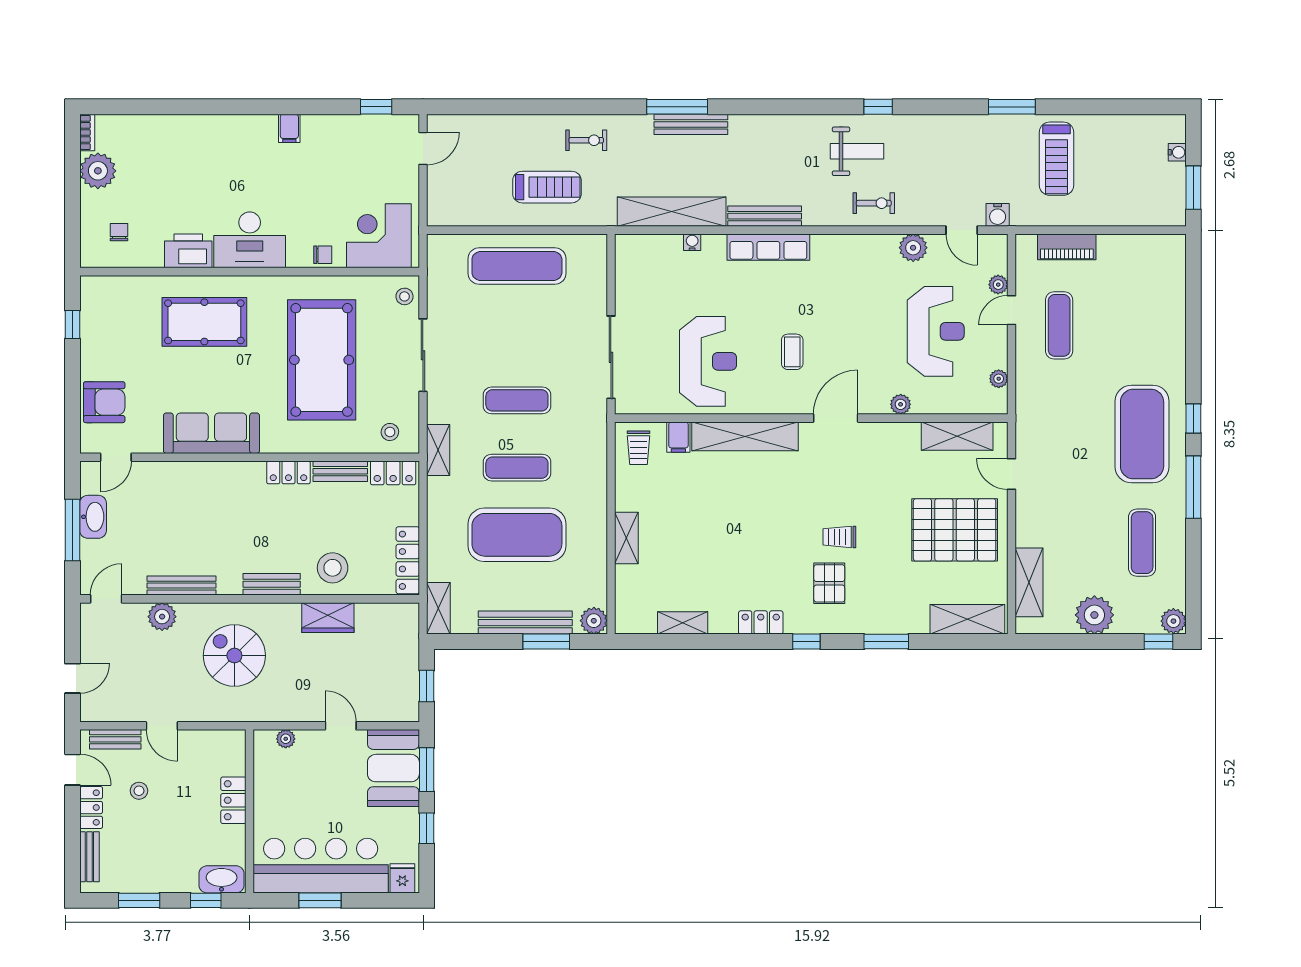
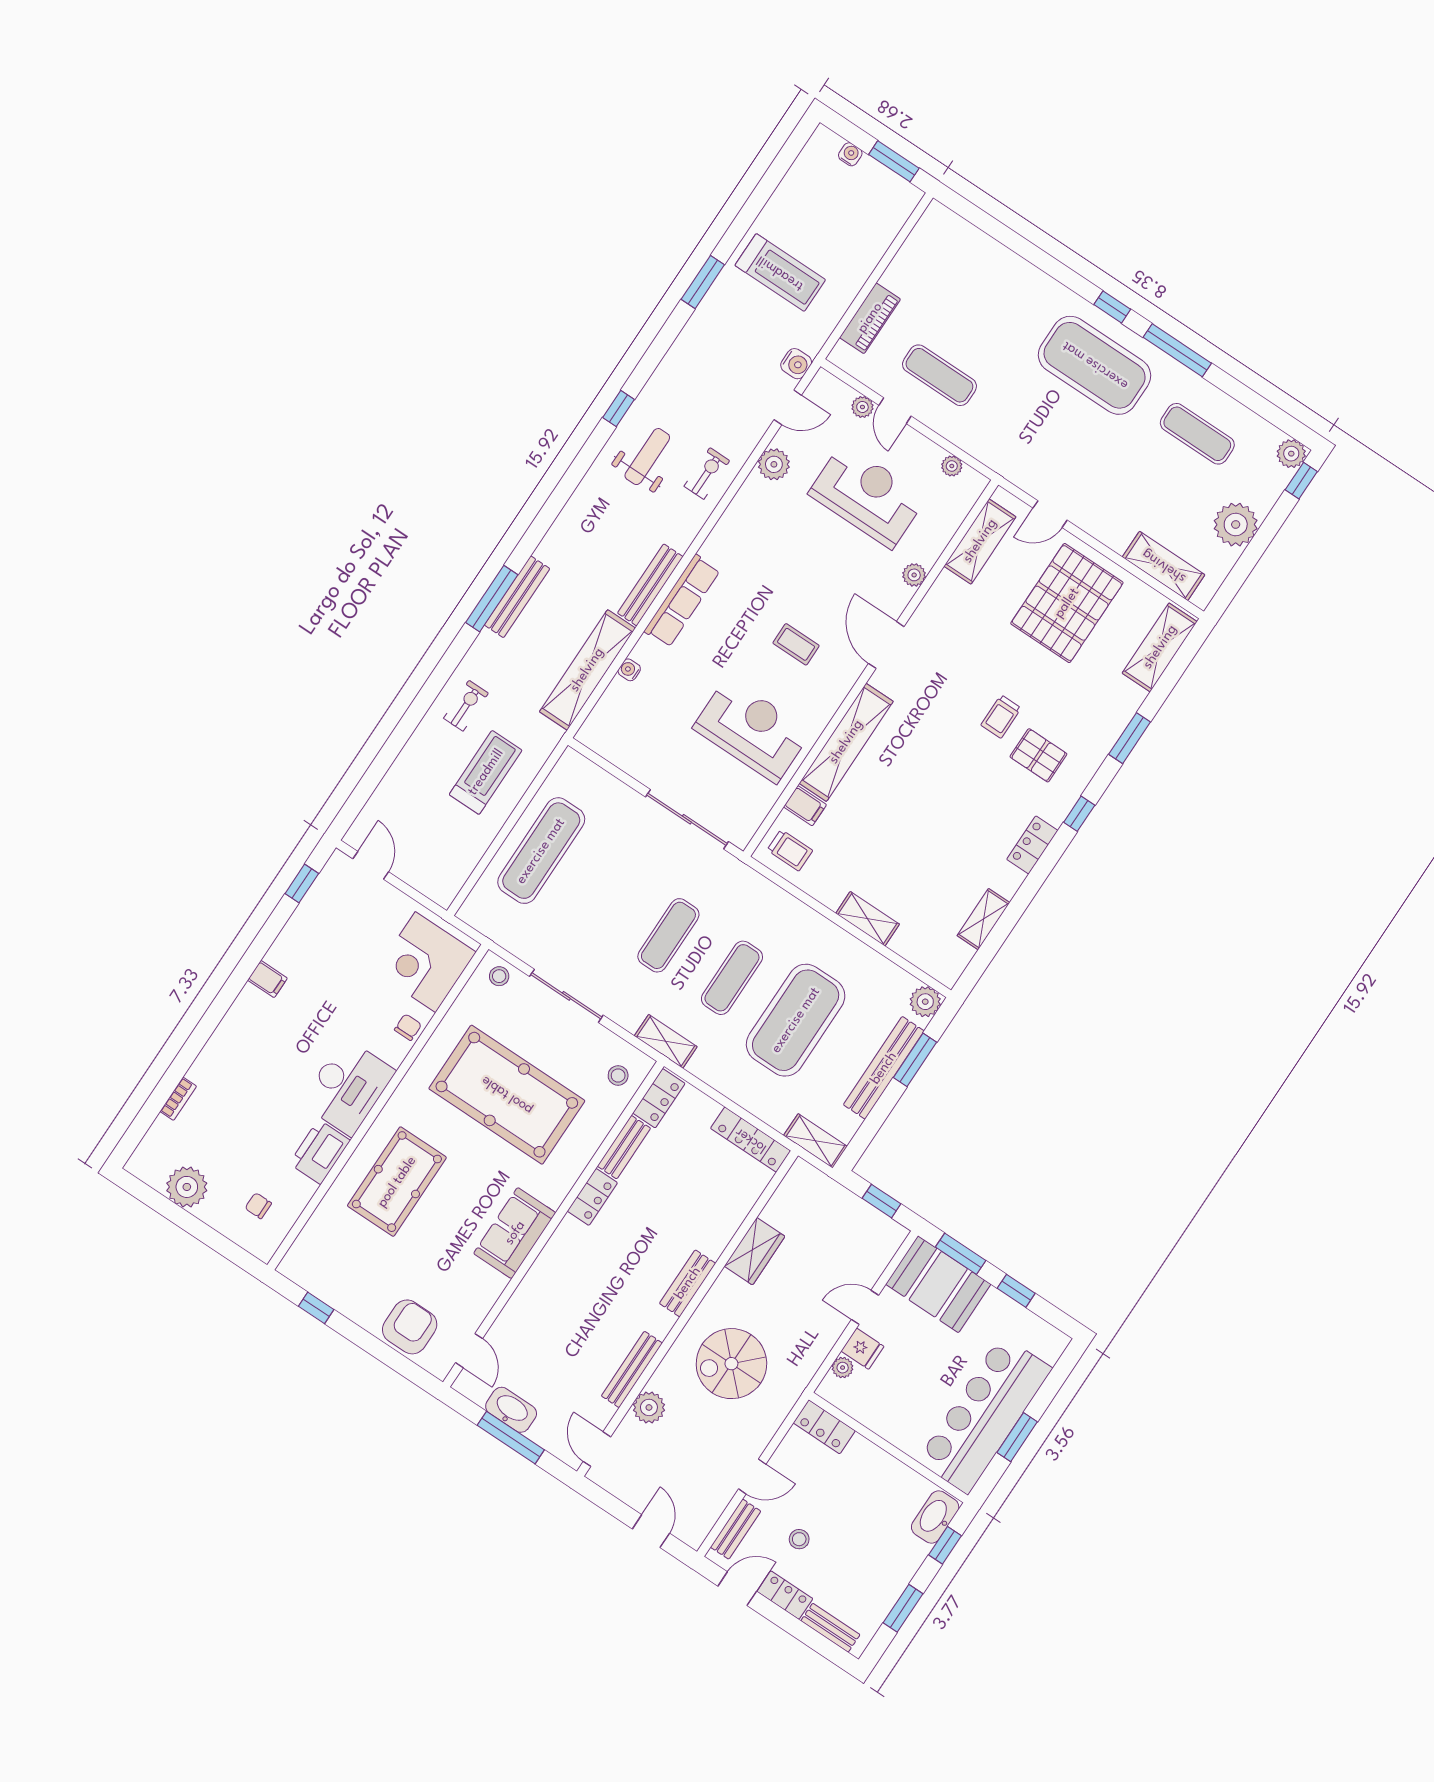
bookcase: (87, 132) -> (178, 1099), moved, turned 90
sofa: (211, 433) -> (515, 1233), width x0.73
stool: (333, 568) -> (710, 1215), removed
locker: (233, 800) -> (824, 1427), moved
fridge: (402, 878) -> (863, 1349), moved, turned 180

